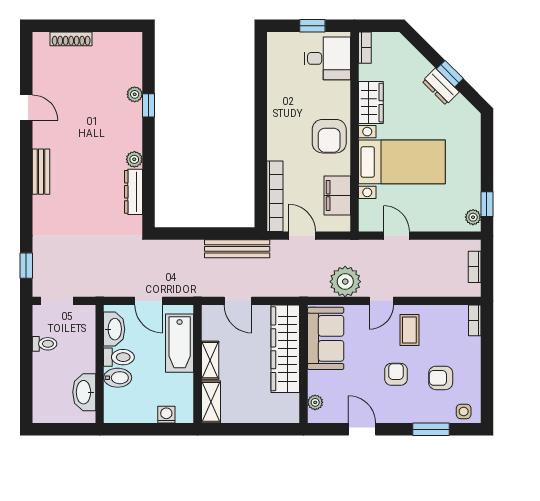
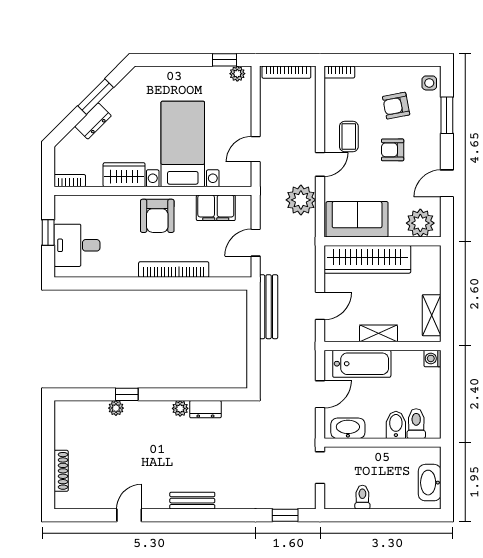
desk: (327, 58) -> (77, 245), moved, turned -90
window: (450, 74) -> (96, 97), width x1.50
dresser: (441, 87) -> (93, 121), moved
armchair: (329, 136) -> (157, 216), turned 90
dresser: (133, 192) -> (205, 409), width x0.70
bookcase: (275, 196) -> (174, 270), moved
bookcase: (475, 267) -> (286, 72), width x1.56
doorway: (57, 301) -> (320, 468), moved
door: (381, 301) -> (320, 164), hinge flipped
coffee table: (409, 330) -> (349, 137), turned 90
toilet: (119, 357) -> (416, 424), moved
armchair: (441, 378) -> (396, 106), turned 79
washbasin: (84, 392) -> (430, 483), moved, turned 90
shelving: (211, 402) -> (432, 315), moved, turned 90
plant: (315, 402) -> (420, 223), width x1.88, depth x1.88
washing machine: (166, 415) -> (432, 358), moved

